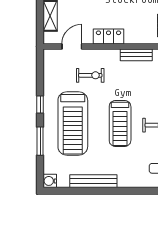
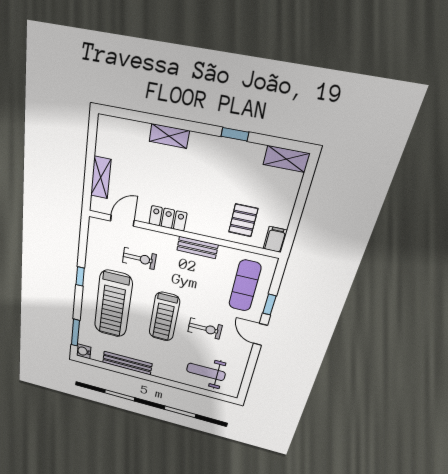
window: (40, 141) -> (75, 333), moved

